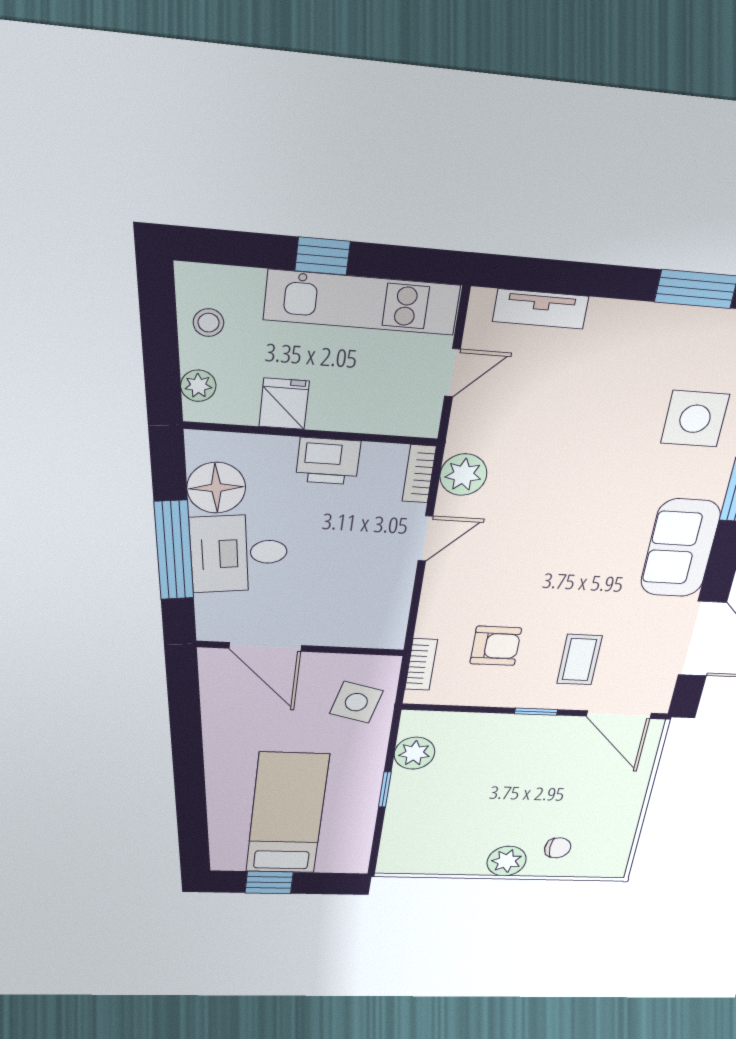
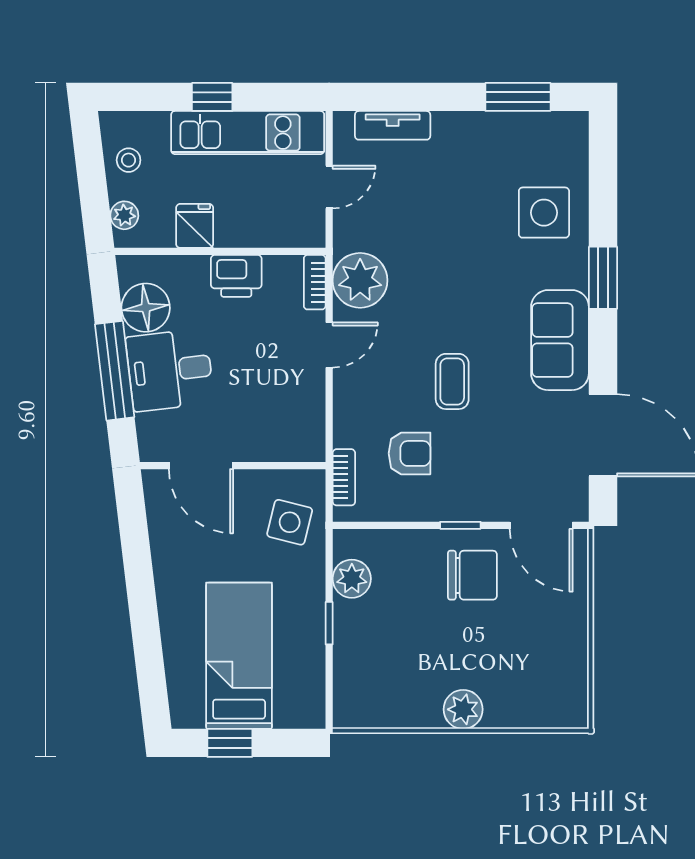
plant: (463, 475) -> (360, 280), width x1.36, depth x1.36
coffee table: (579, 660) -> (452, 381), moved
chair: (558, 848) -> (472, 575), moved, width x1.87, depth x1.87

